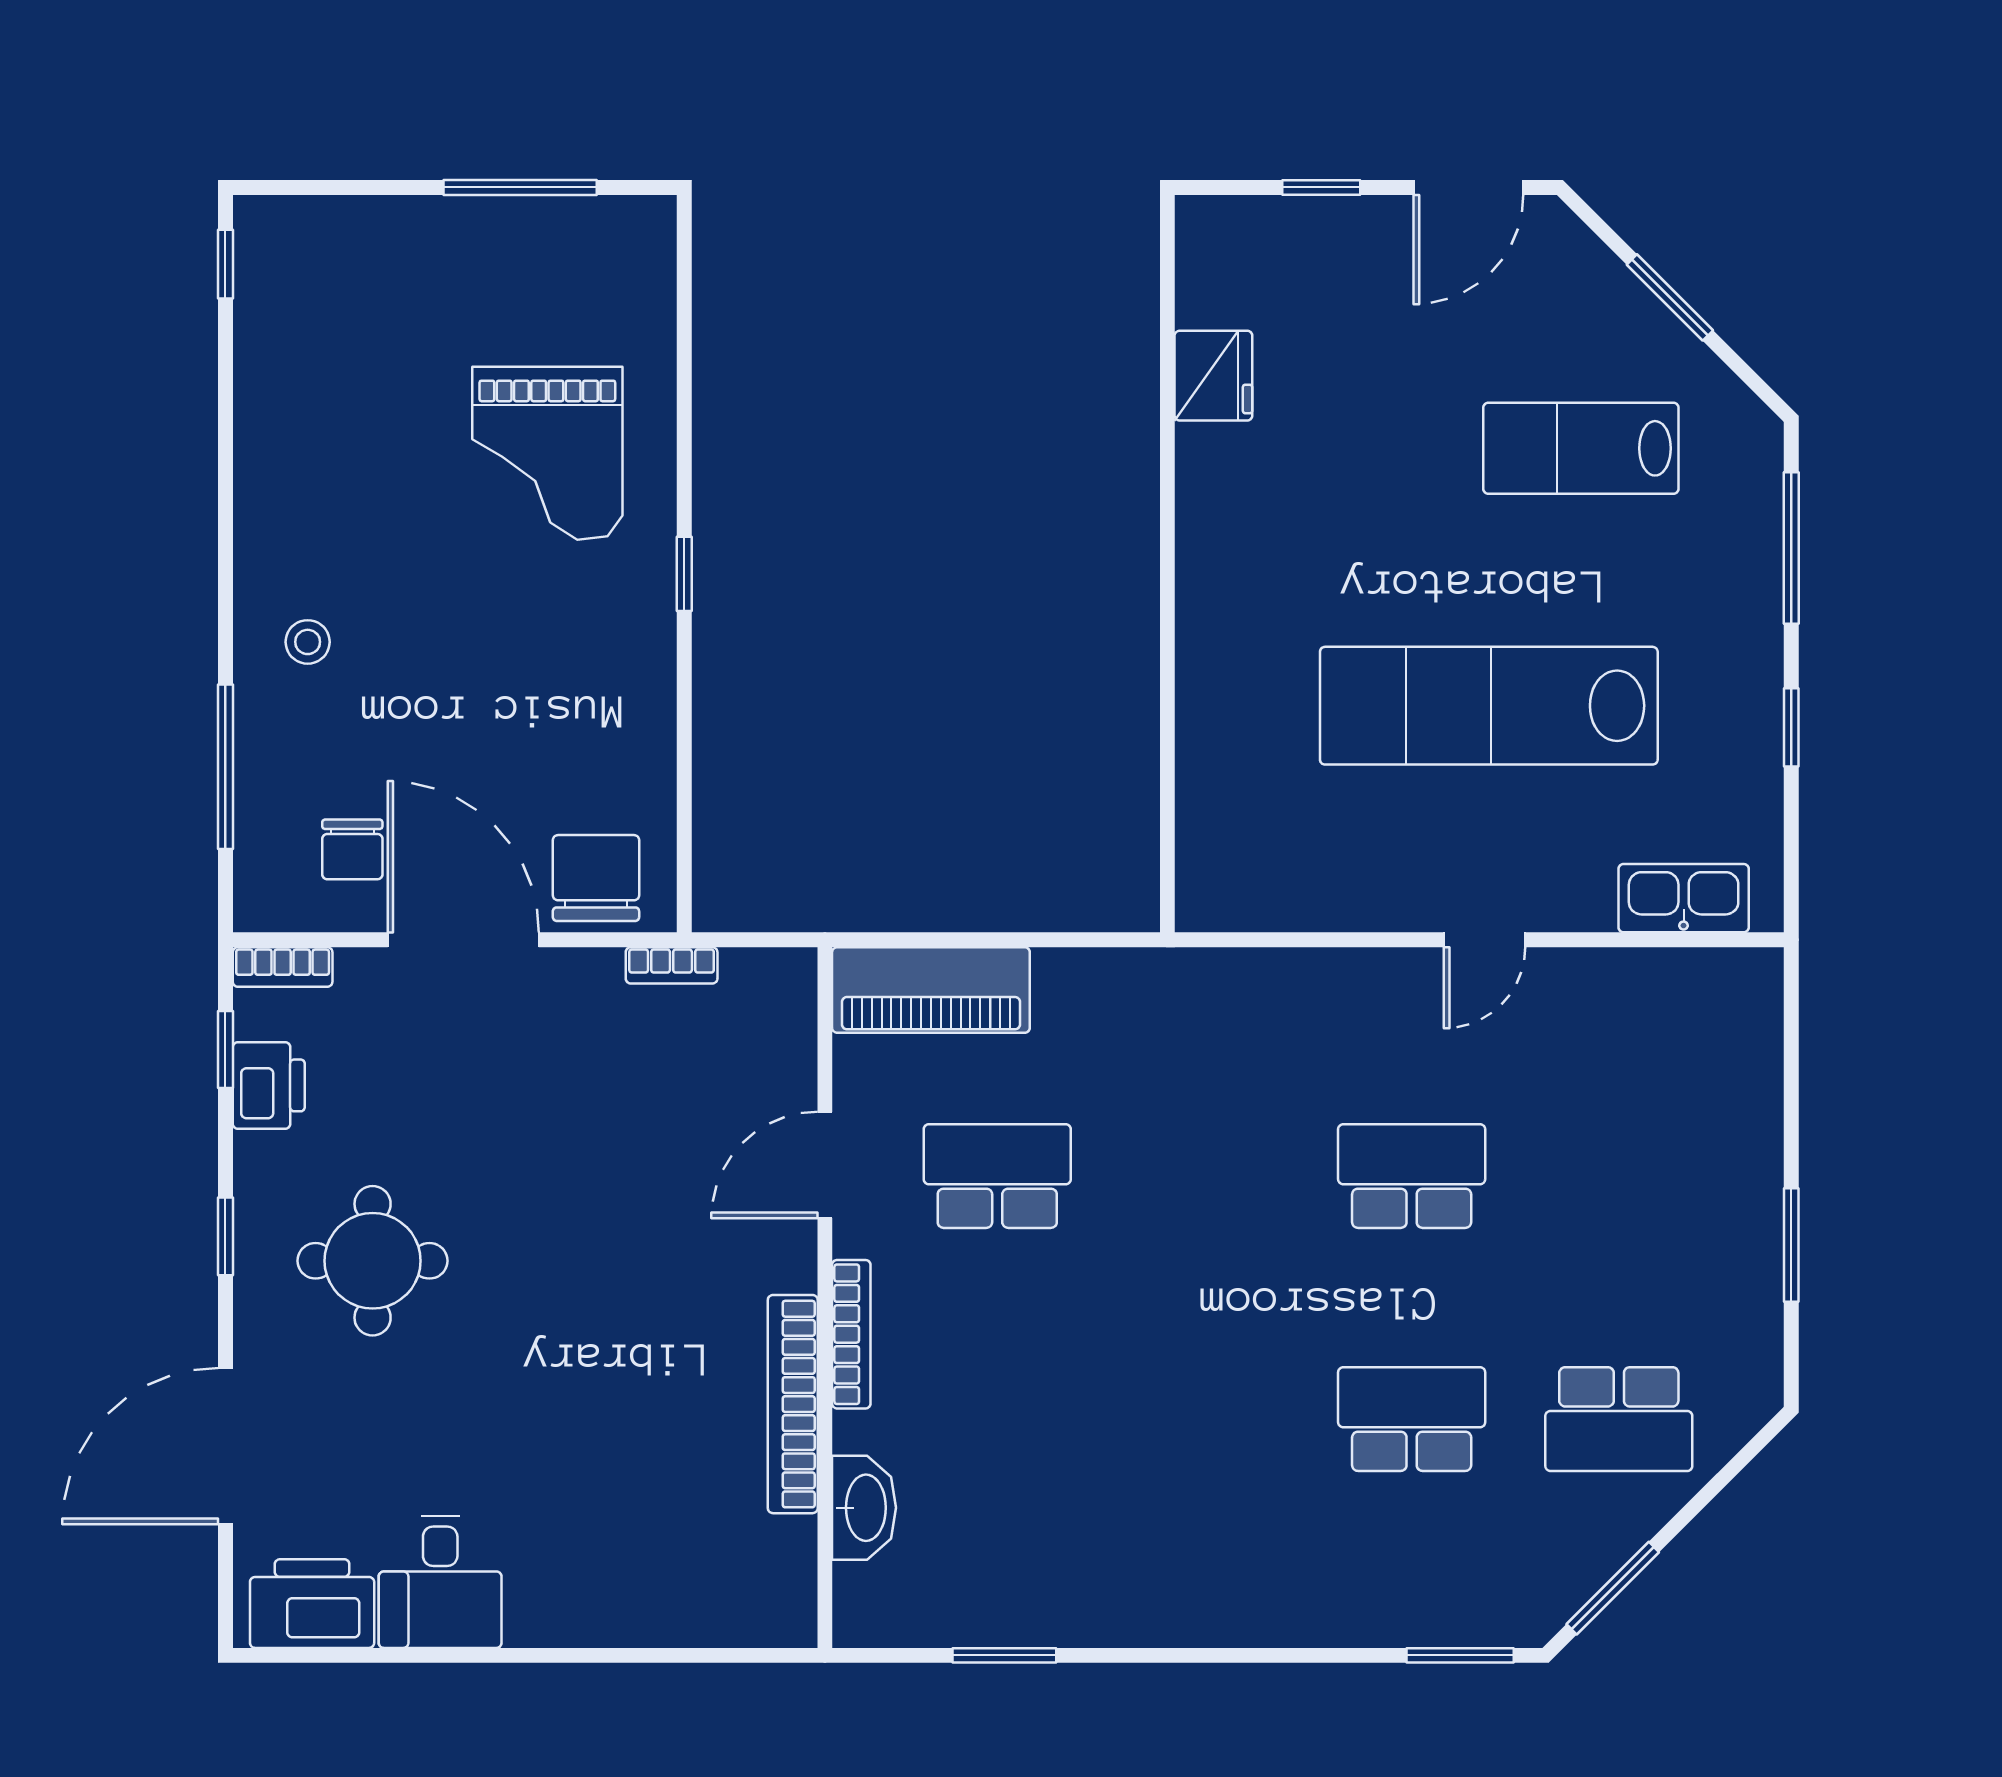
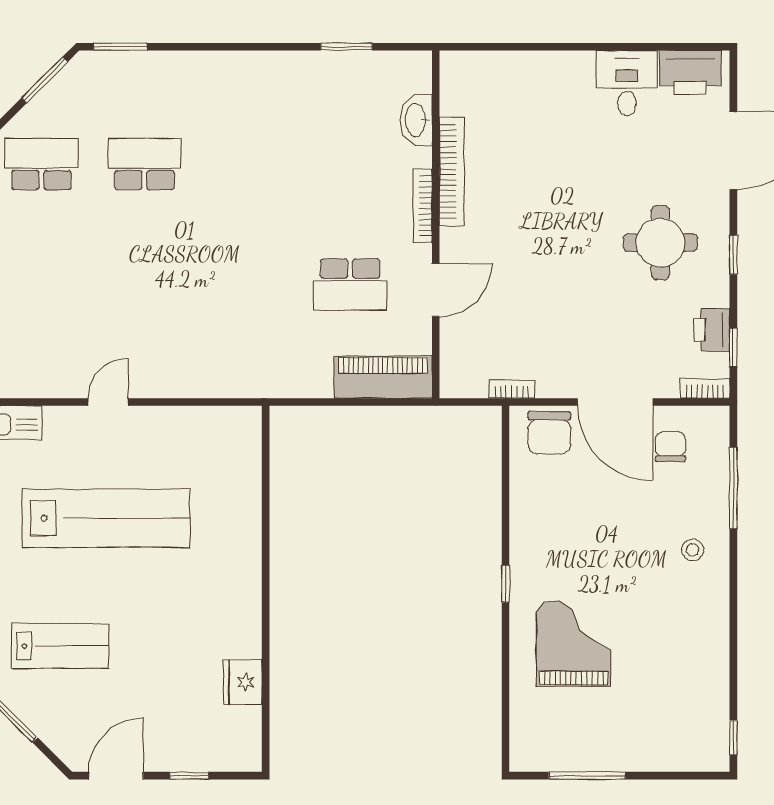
school desk: (1412, 1176) -> (144, 285), removed
school desk: (1412, 1419) -> (144, 164), turned 180

